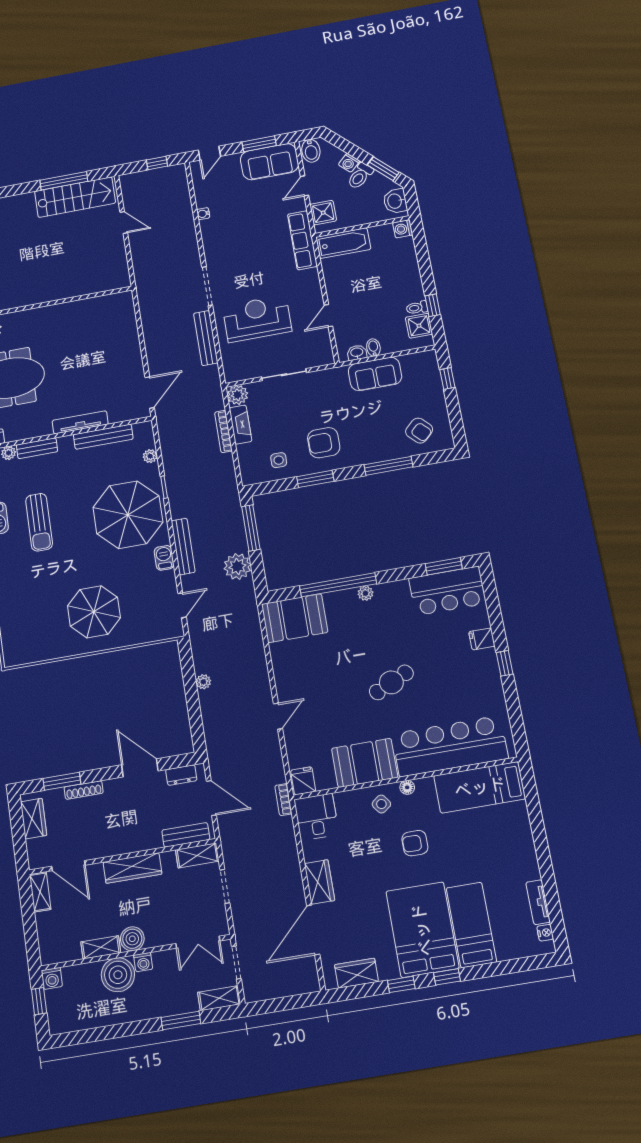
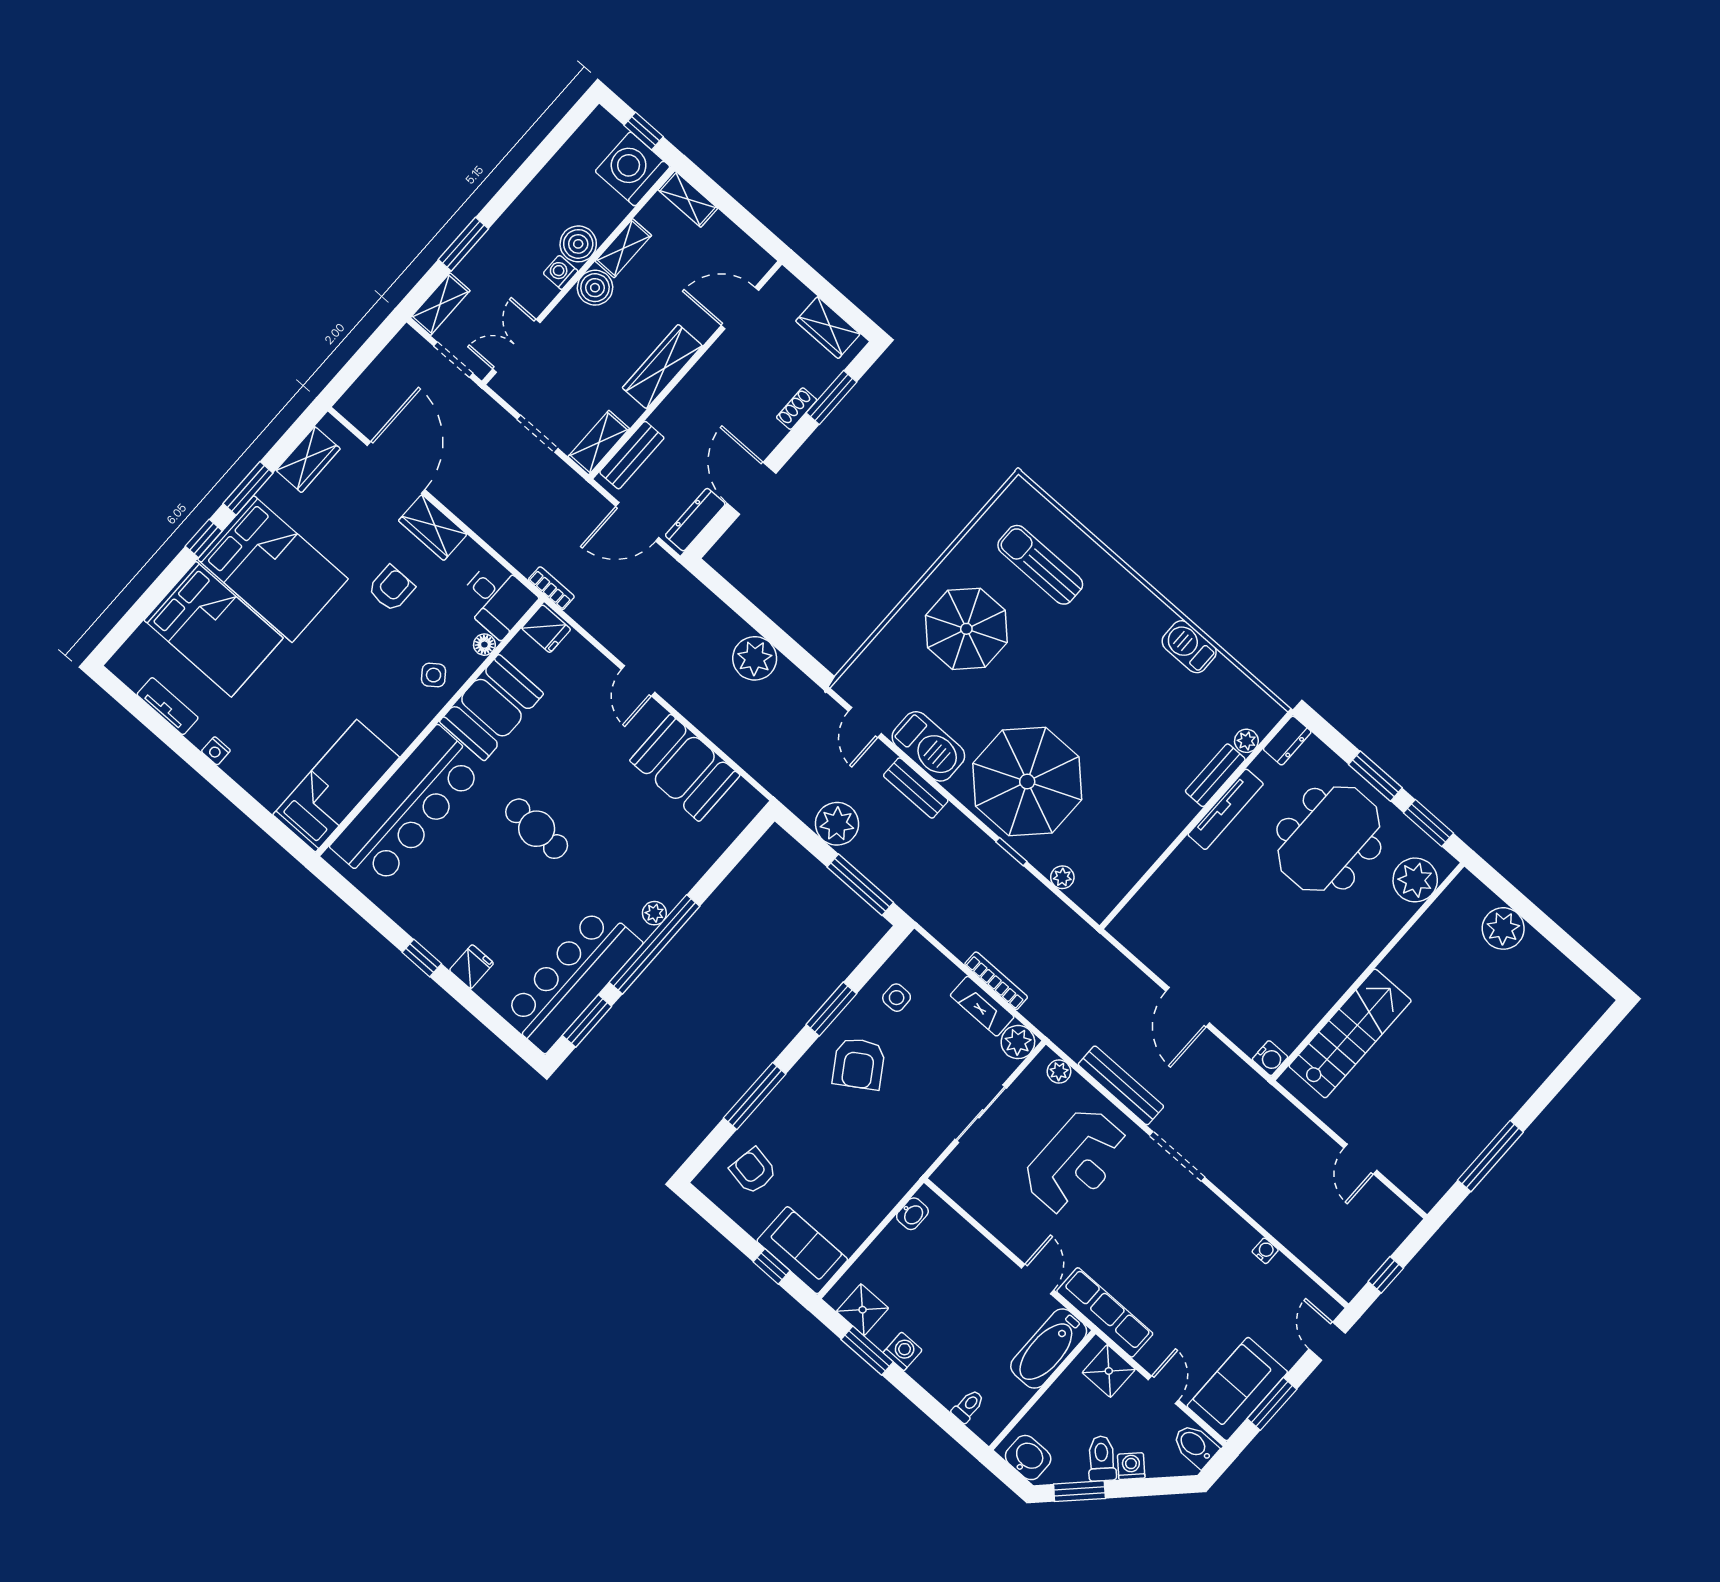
stairs: (75, 197) -> (1350, 1033), moved, turned 180
door: (124, 222) -> (1360, 1159), hinge flipped
washing machine: (403, 229) -> (903, 1351), moved
water cooler: (125, 298) -> (1270, 1058), added
window: (433, 305) -> (867, 1351), width x1.50
toilet: (417, 308) -> (968, 1406), moved
door: (328, 316) -> (1038, 1279), moved
bidet: (373, 348) -> (897, 1237), removed
plant: (230, 366) -> (1059, 1072), added
sofa: (375, 374) -> (802, 1250), moved, turned 90
door: (150, 392) -> (1188, 1007), moved
tv unit: (80, 422) -> (1226, 809), moved
armchair: (419, 431) -> (753, 1171), turned 54
bench: (103, 437) -> (1143, 856), removed
armchair: (324, 443) -> (859, 1064), turned 147
sun lounger: (39, 522) -> (1040, 565), moved
bench: (183, 546) -> (916, 788), width x0.73
barbecue: (164, 558) -> (928, 746), width x1.88, depth x1.53
window: (338, 585) -> (655, 944), moved
bar counter: (447, 591) -> (572, 979), width x1.36
booth: (295, 618) -> (685, 768), moved, turned 90
plant: (203, 682) -> (755, 658), width x1.88, depth x1.88
cafe table: (391, 682) -> (537, 829), turned -63
door: (140, 768) -> (751, 488), swing flipped
dresser: (181, 775) -> (695, 520), width x1.44
floor lamp: (407, 787) -> (484, 645), moved
shoe rack: (84, 790) -> (797, 409), width x0.70
armchair: (415, 843) -> (391, 589), moved
shelving: (40, 892) -> (688, 199), moved
bed: (471, 925) -> (214, 629), width x1.50
nightstand: (545, 933) -> (216, 751), moved
boiler: (118, 975) -> (578, 244), width x0.73, depth x0.73
washing machine: (52, 978) -> (633, 169), width x1.89, depth x1.89
window: (401, 984) -> (248, 488), width x1.50

